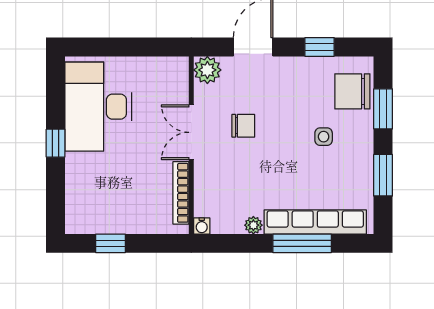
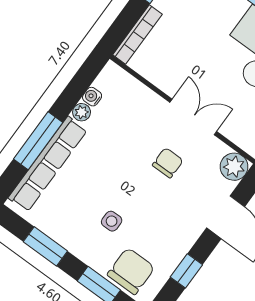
chair: (243, 126) -> (168, 163), turned 180
bookcase: (181, 193) -> (137, 34), moved, turned 90
water cooler: (202, 226) -> (92, 97), moved

